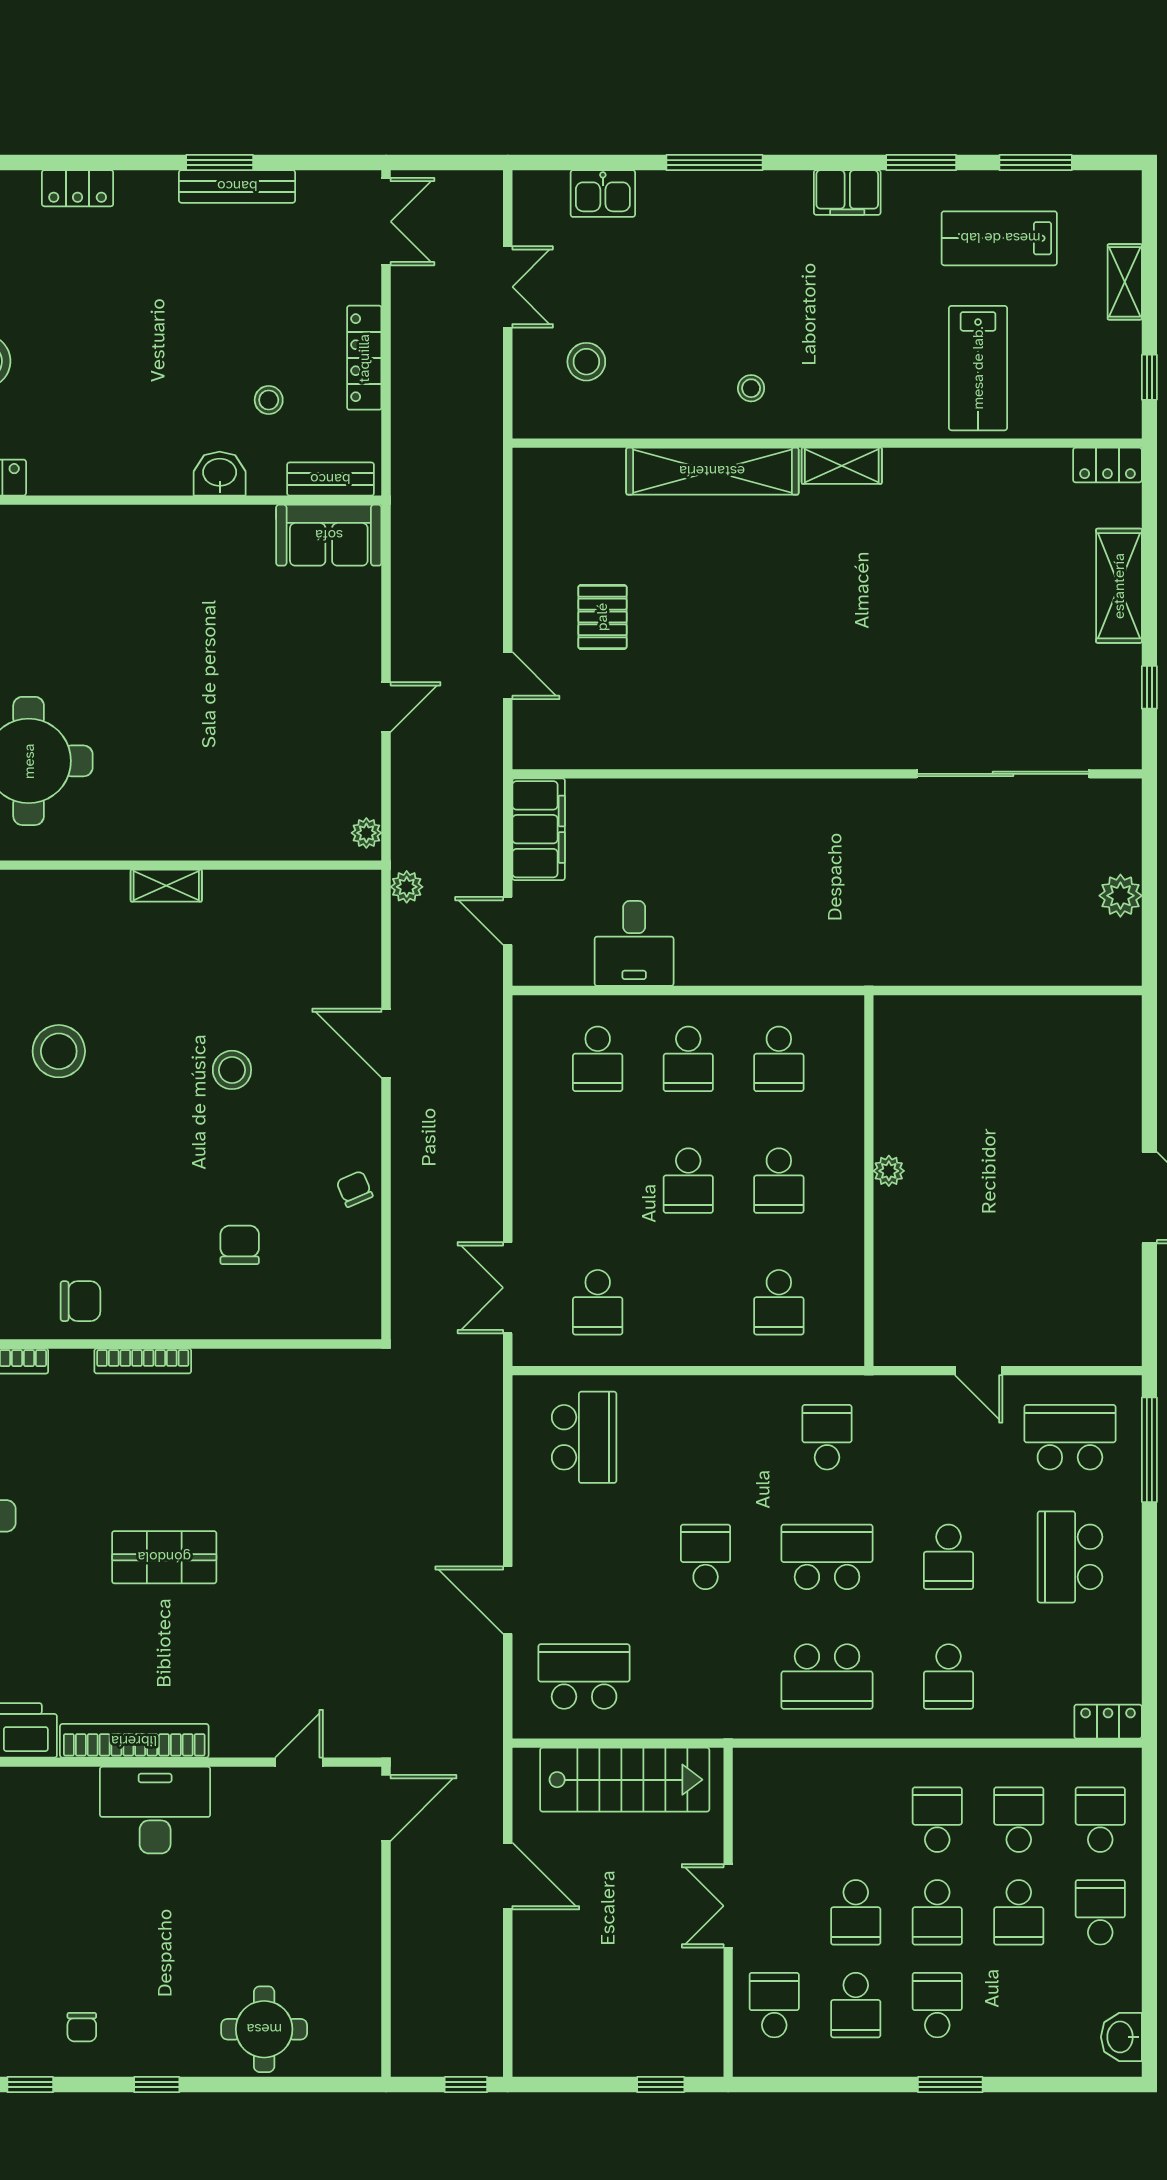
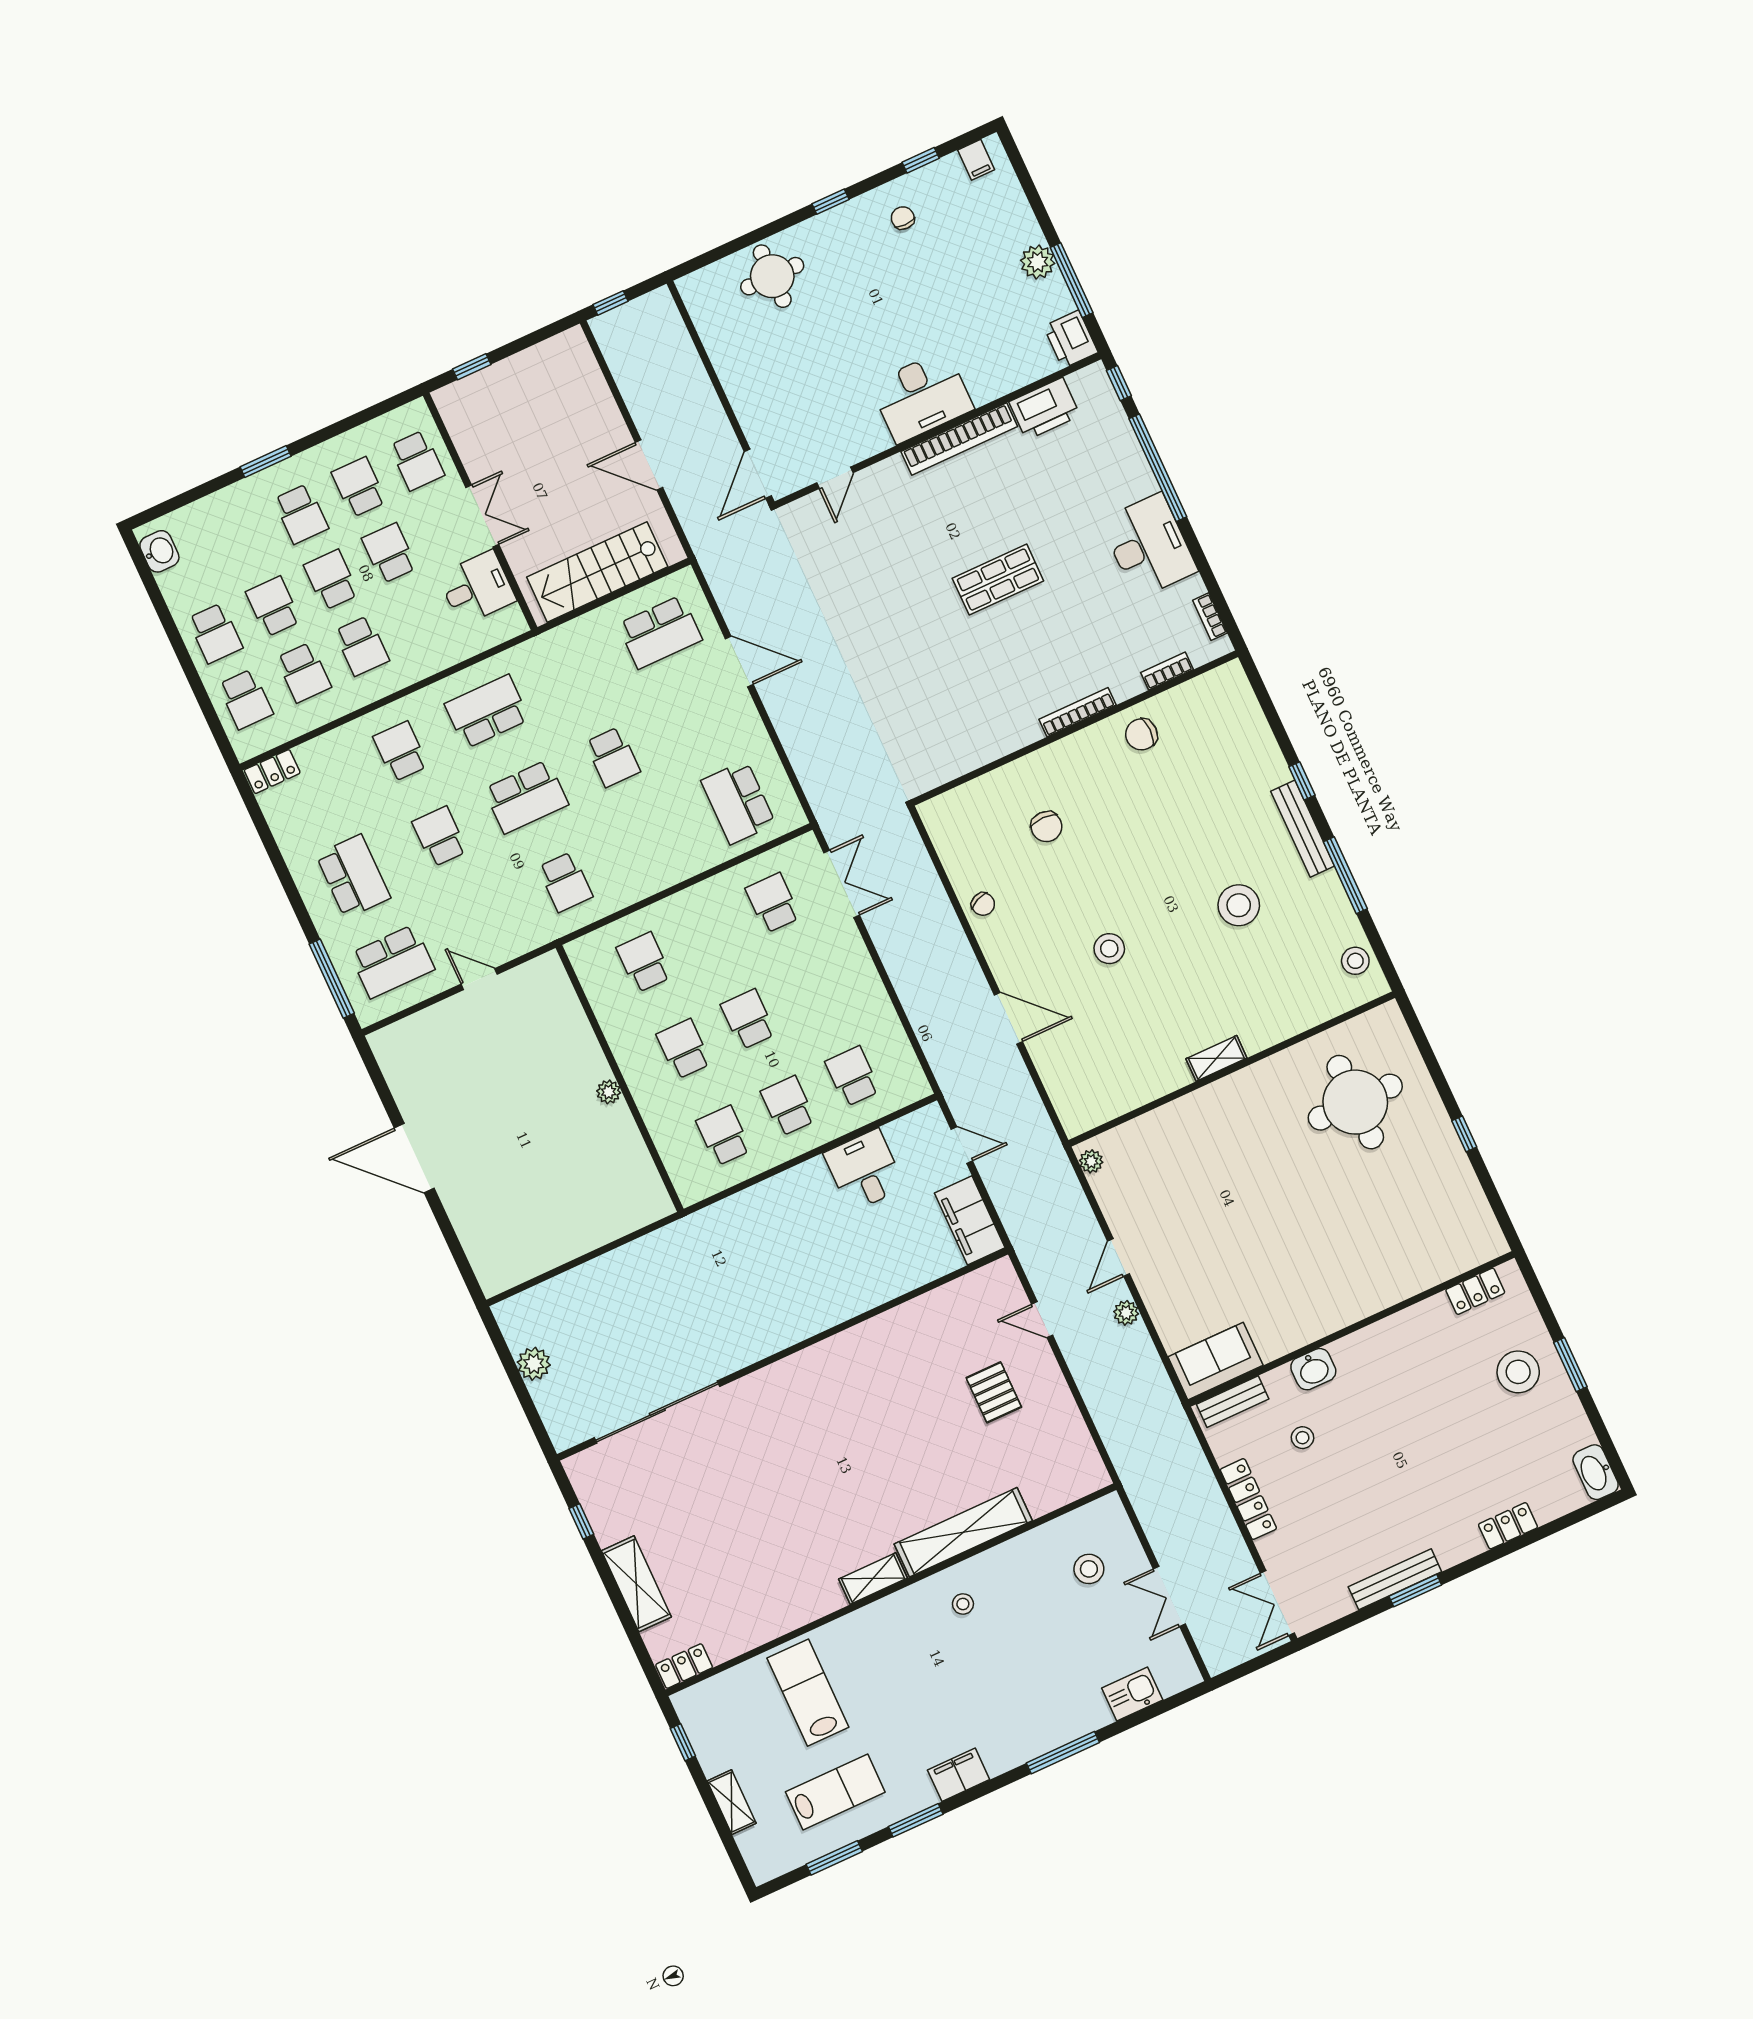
plant: (407, 887) -> (1126, 1313), moved
desk: (773, 1826) -> (477, 588), added

